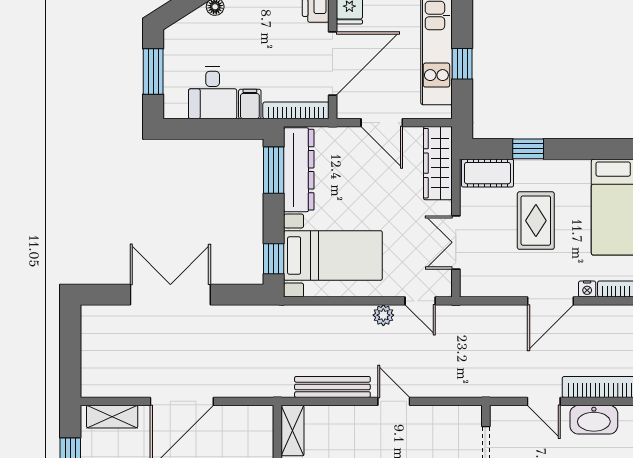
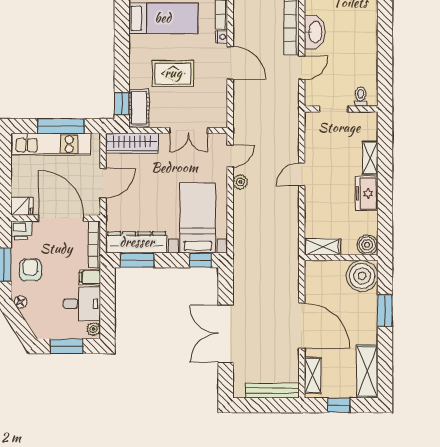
armchair: (260, 21) -> (30, 270), added
window: (462, 64) -> (61, 126), width x2.17
plant: (177, 109) -> (94, 329), added
window: (528, 149) -> (122, 103), moved
bench: (332, 387) -> (272, 390), moved, turned 90

